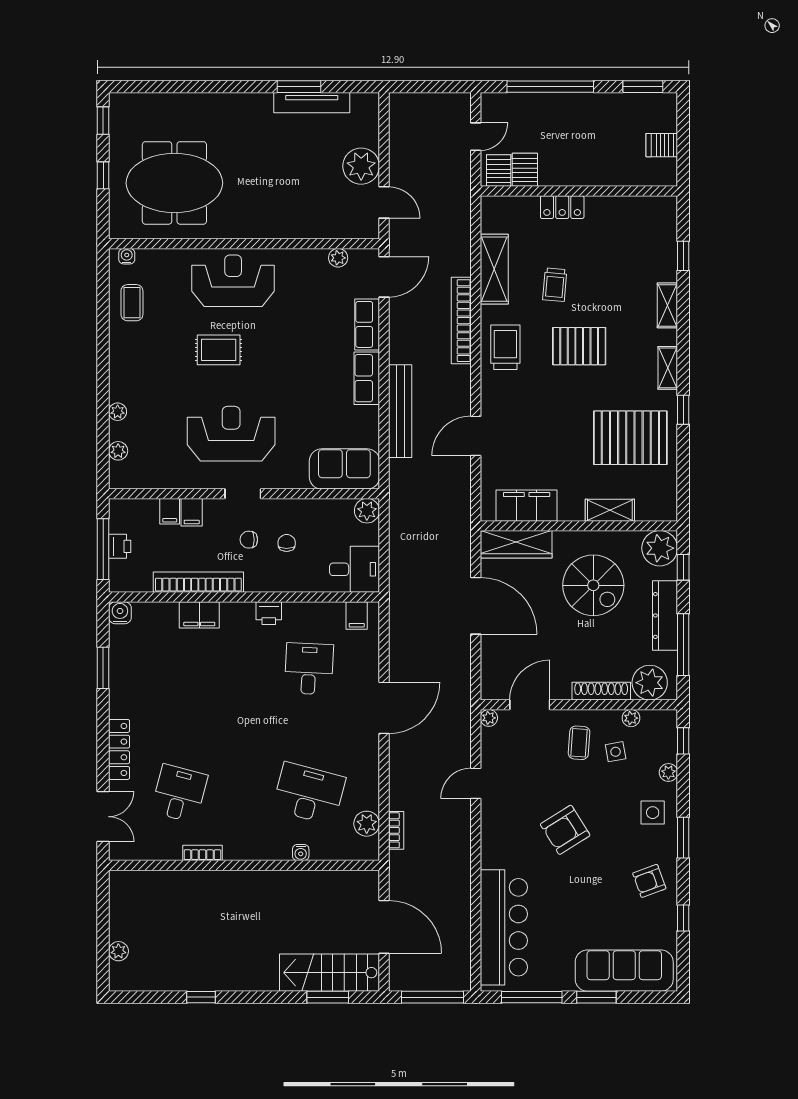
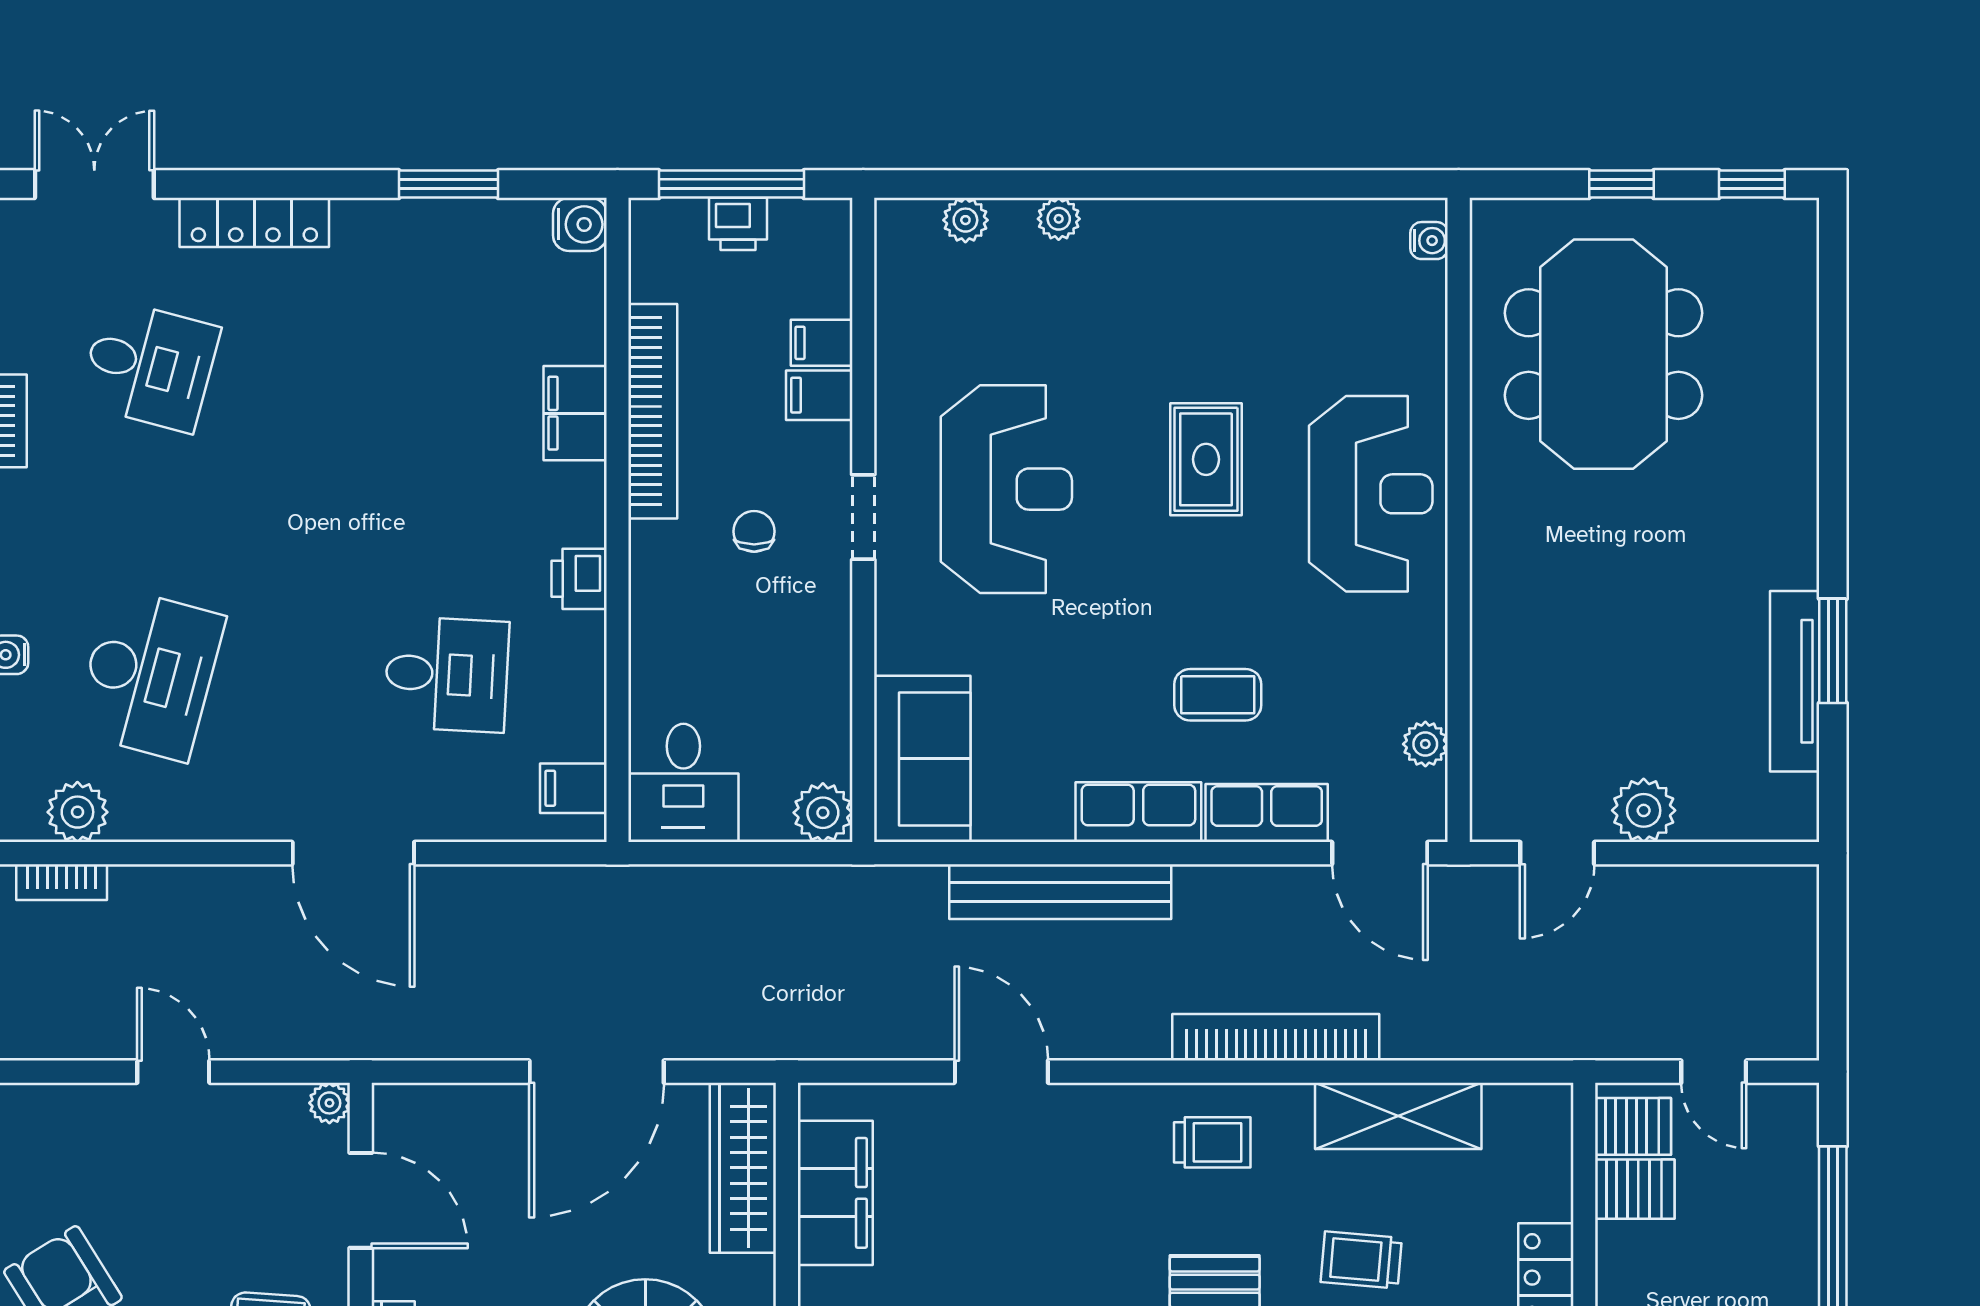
plant: (361, 166) -> (1644, 810), width x0.73, depth x0.73
coffee table: (132, 303) -> (1218, 695), moved
trolley: (505, 347) -> (1212, 1142), width x0.73, depth x0.72
chair: (287, 543) -> (746, 621), removed
double door: (103, 817) -> (94, 184), swing flipped

